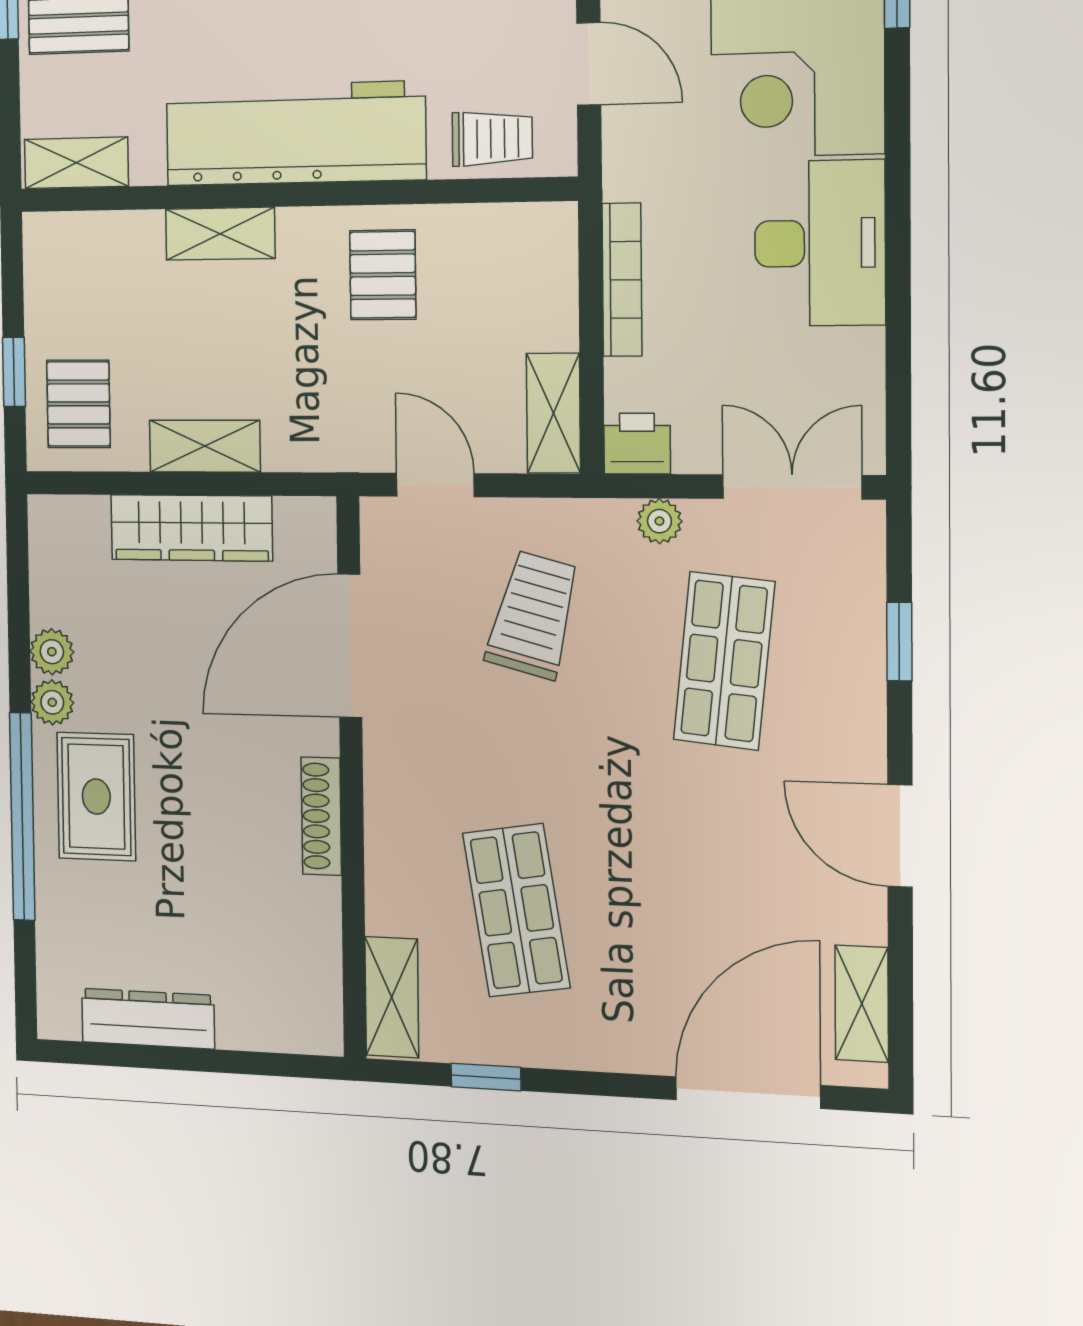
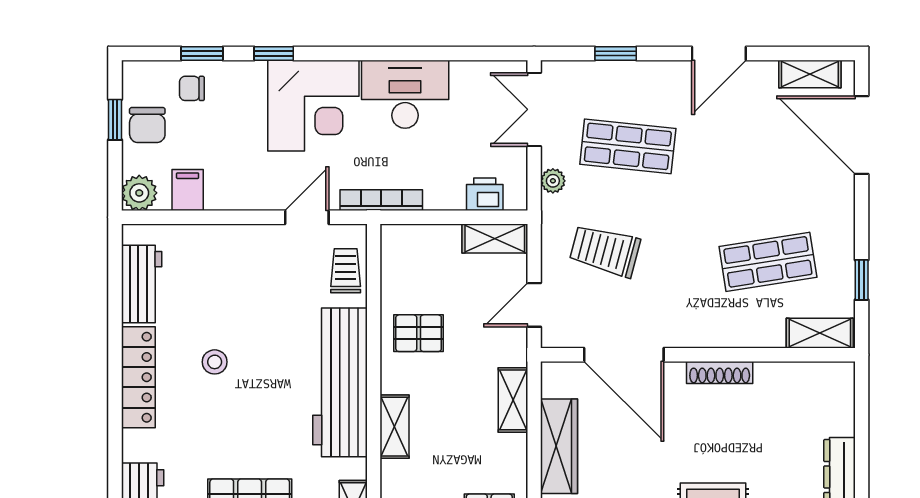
bookcase: (622, 280) -> (381, 200), moved
printer: (637, 444) -> (485, 194), moved, turned 90
shelving: (205, 446) -> (513, 400), moved

